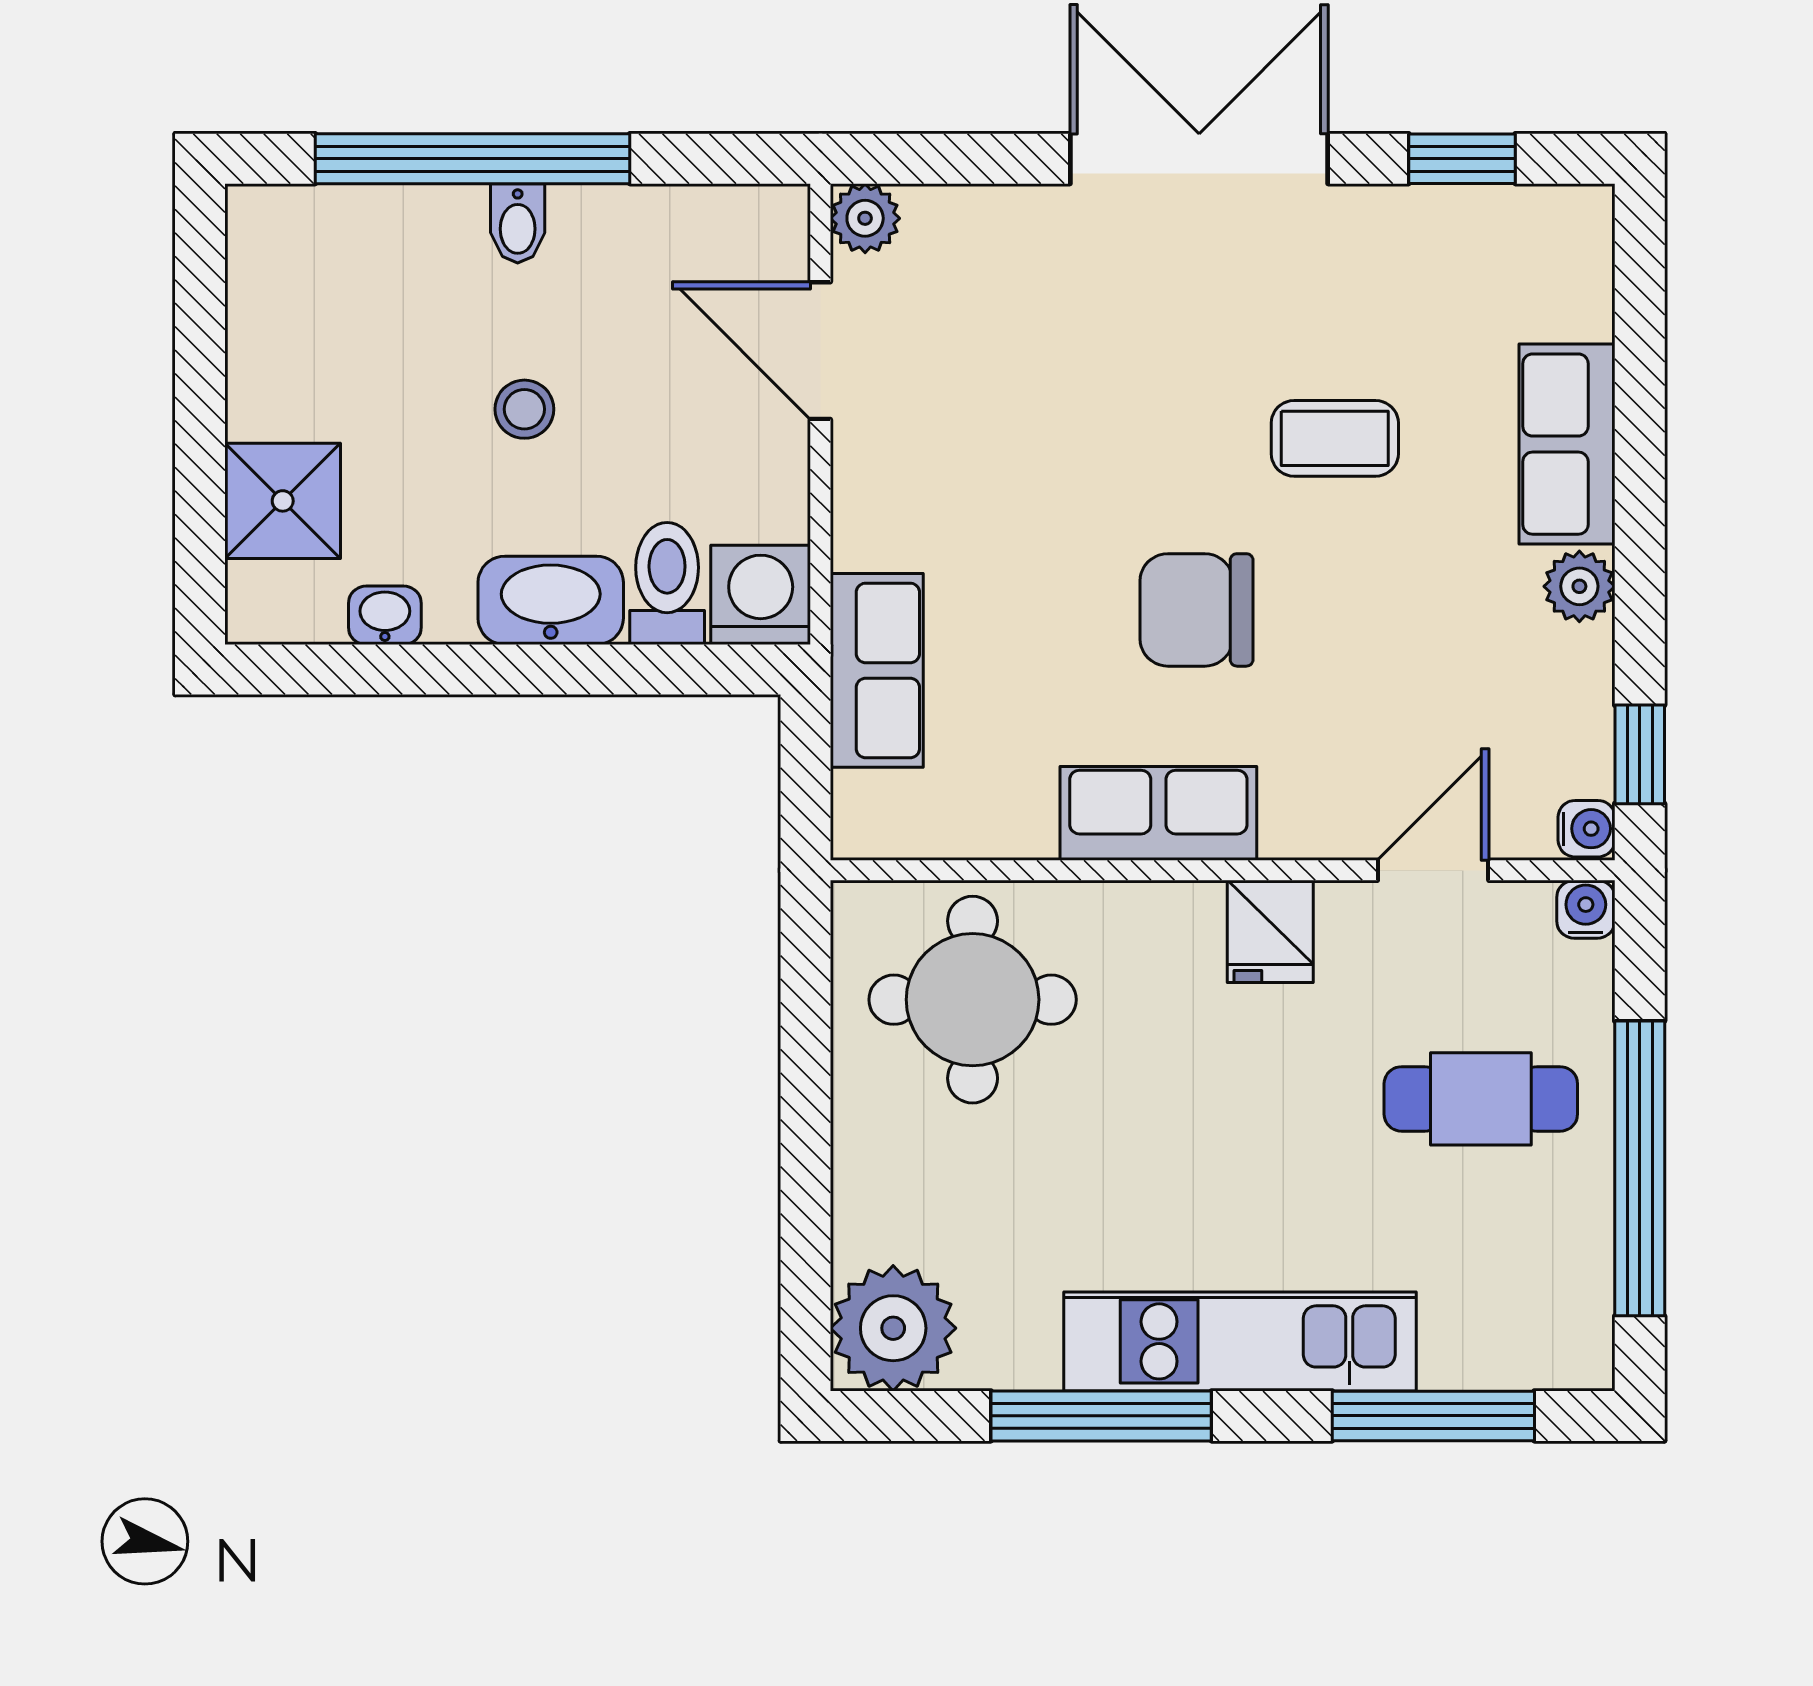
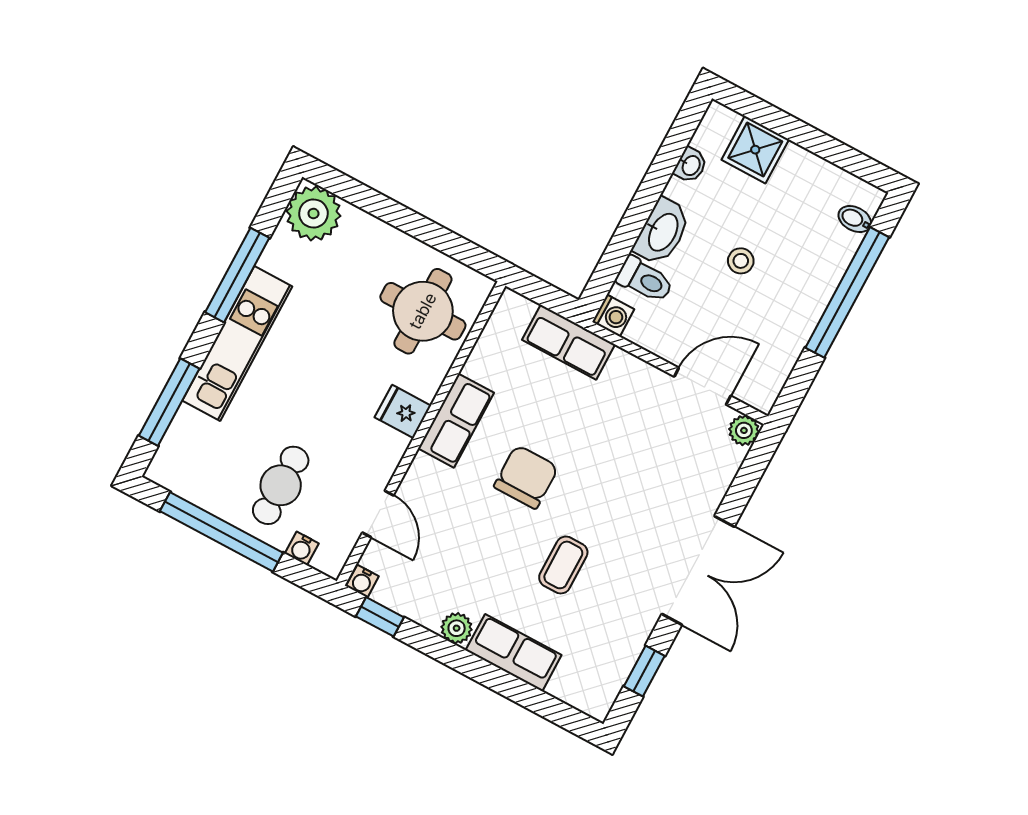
bidet: (518, 223) -> (855, 219), moved
washing machine: (761, 595) -> (613, 316), width x0.73, depth x0.73
water cooler: (1586, 909) -> (302, 548), moved, turned 90
fridge: (1270, 931) -> (403, 411), moved

